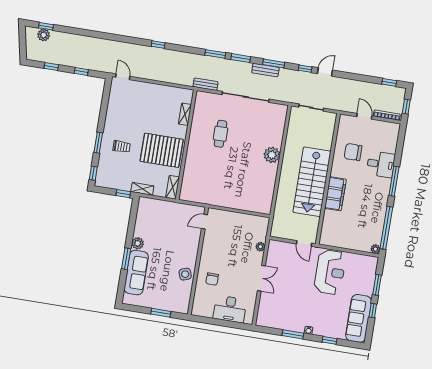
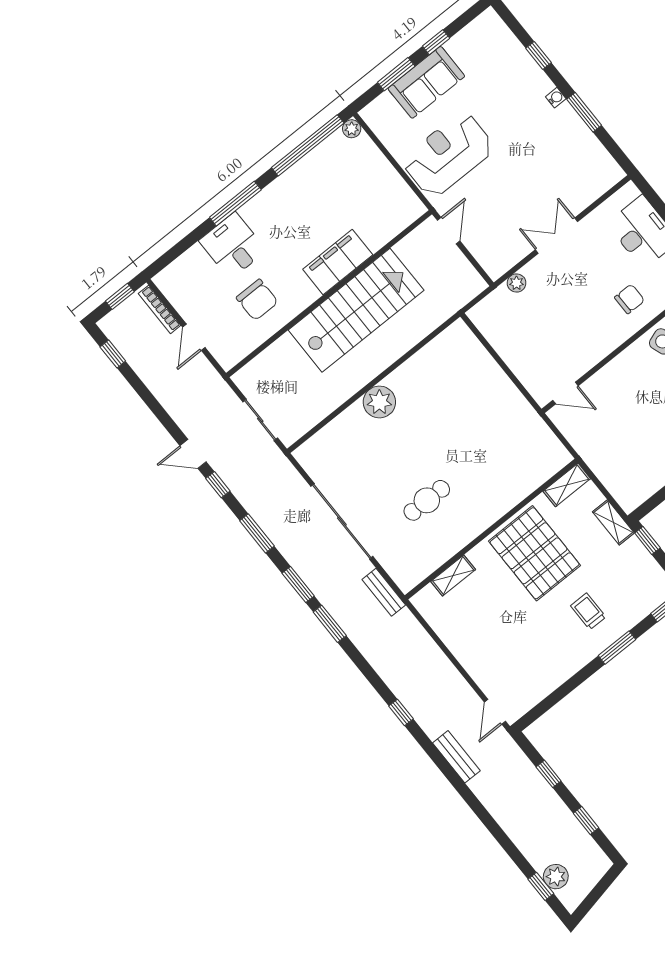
bench: (265, 70) -> (456, 757), moved
sofa: (359, 318) -> (426, 82), moved, width x0.73

